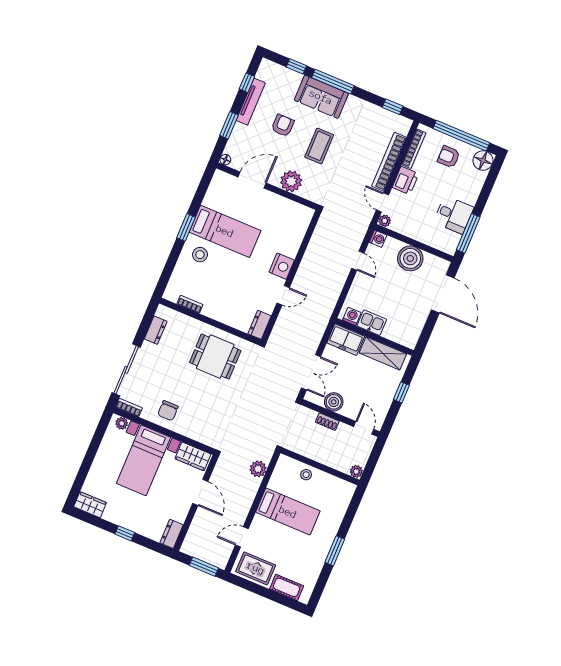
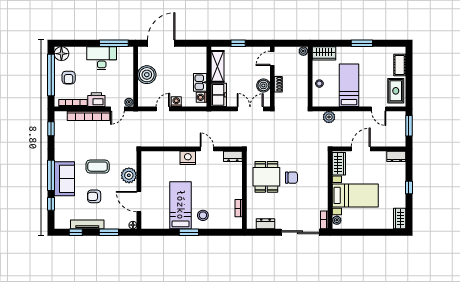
desk: (454, 215) -> (102, 58), width x1.37
washing machine: (378, 239) -> (176, 102), moved
chair: (168, 411) -> (291, 178), moved
wardrobe: (342, 497) -> (324, 53), added

